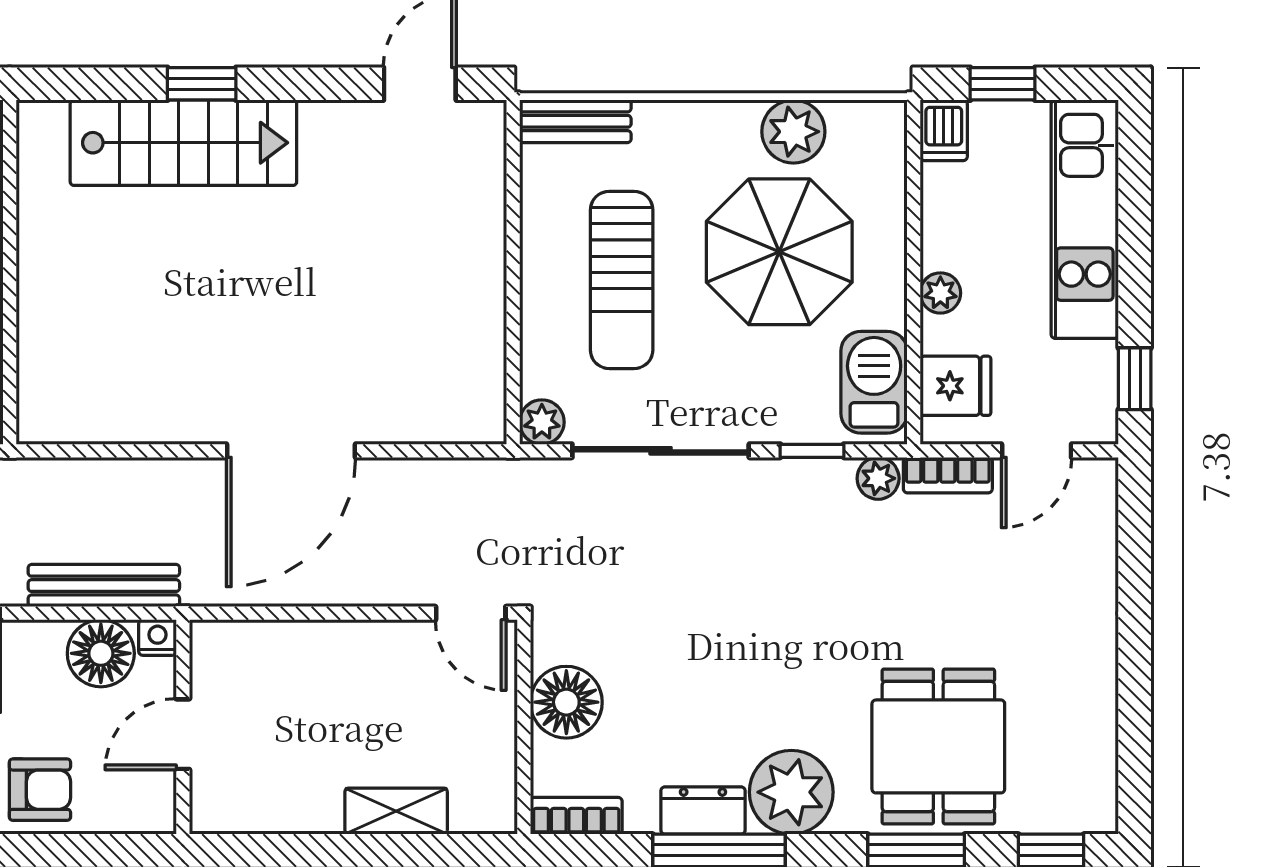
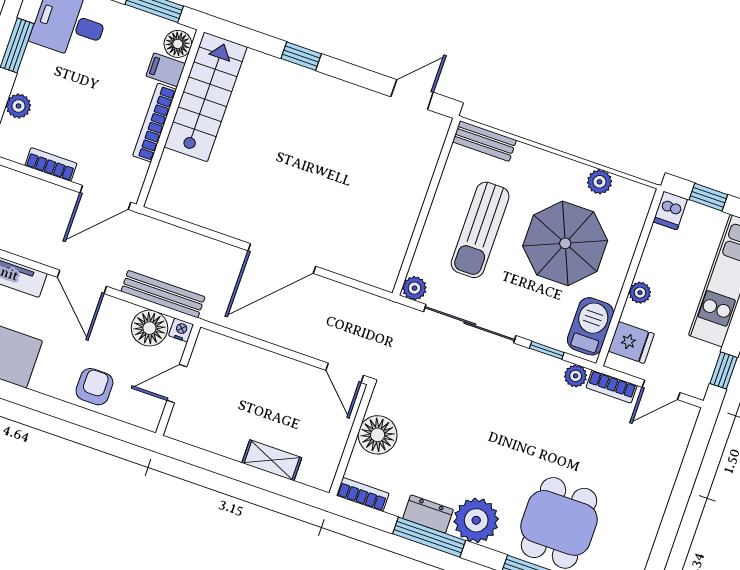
plant: (793, 132) -> (599, 182), width x0.73, depth x0.73
stairs: (183, 143) -> (206, 97), moved, turned -90
armchair: (40, 790) -> (94, 387), turned -90

